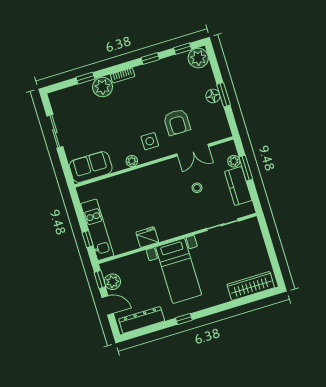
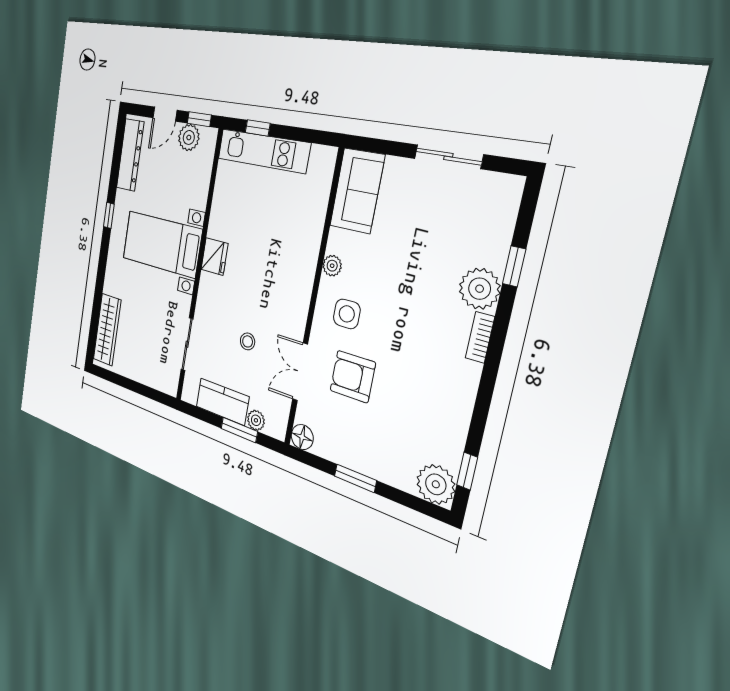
window: (150, 58) -> (482, 405), removed
floor lamp: (213, 96) -> (302, 437), moved
fridge: (147, 237) -> (214, 257), moved

